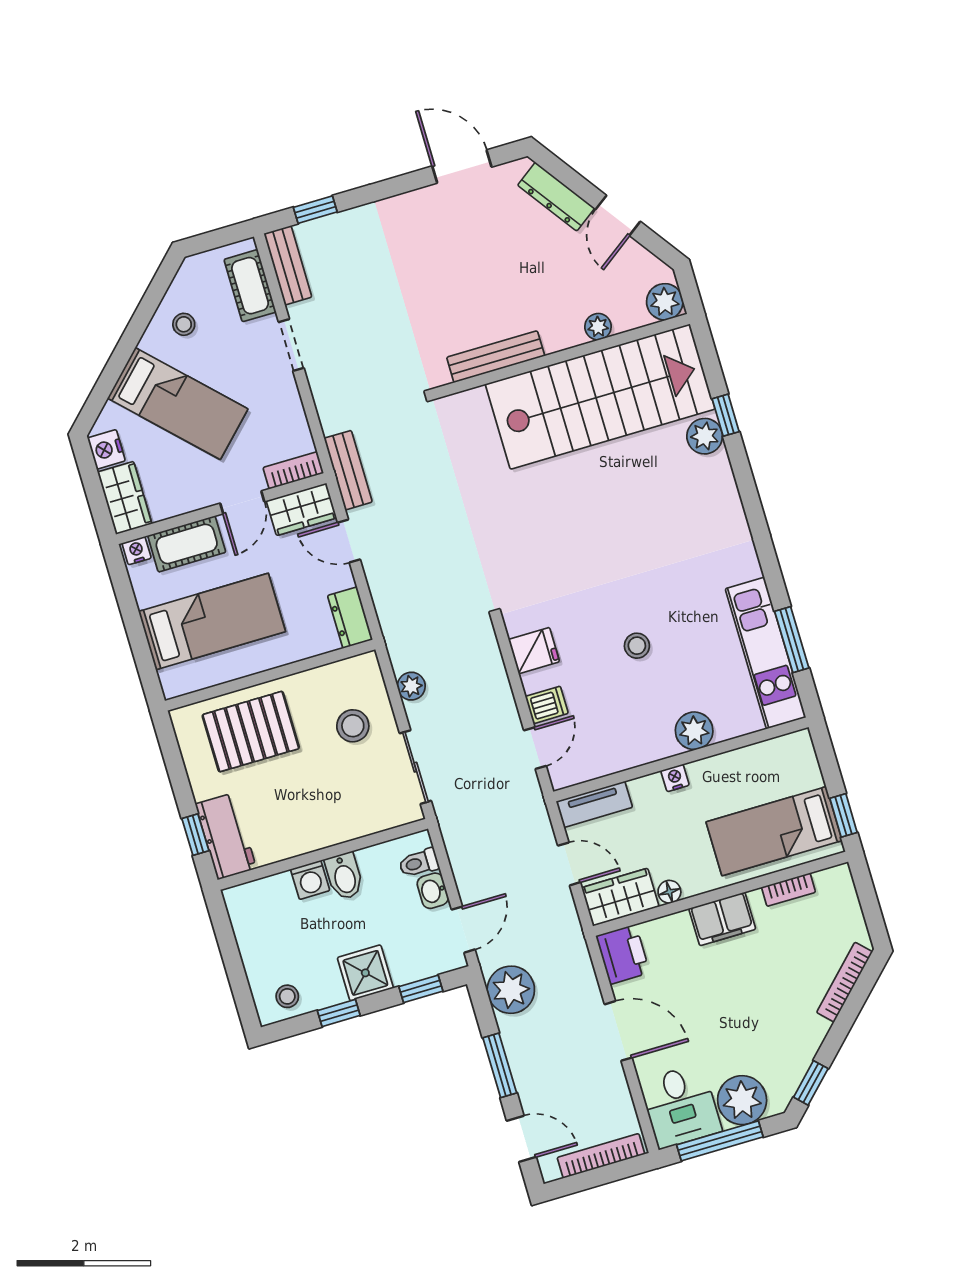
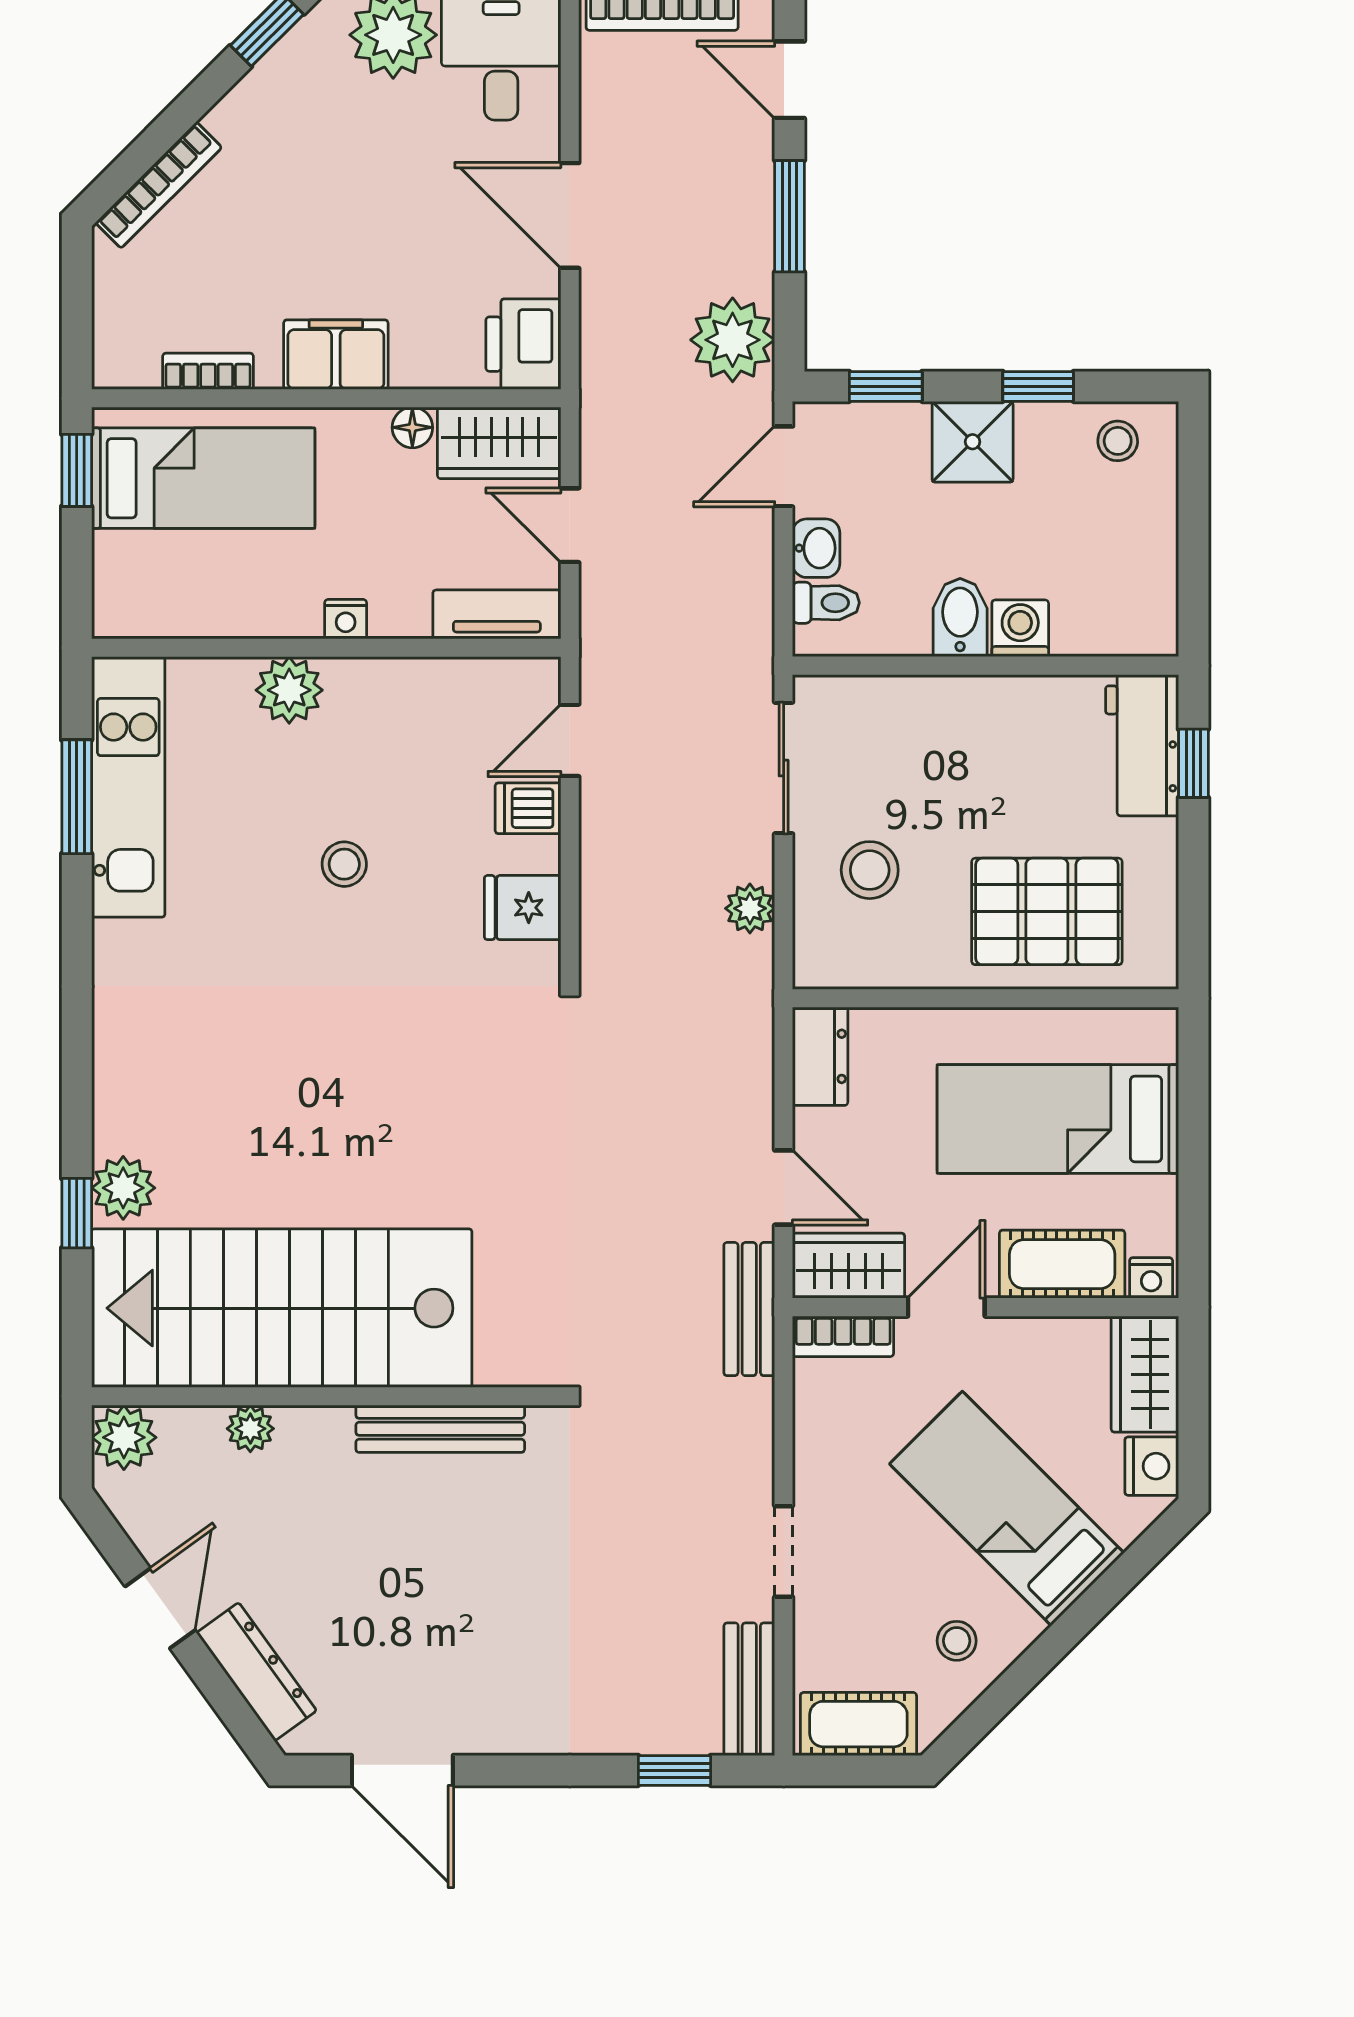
cot: (250, 286) -> (858, 1724), moved, turned 90

